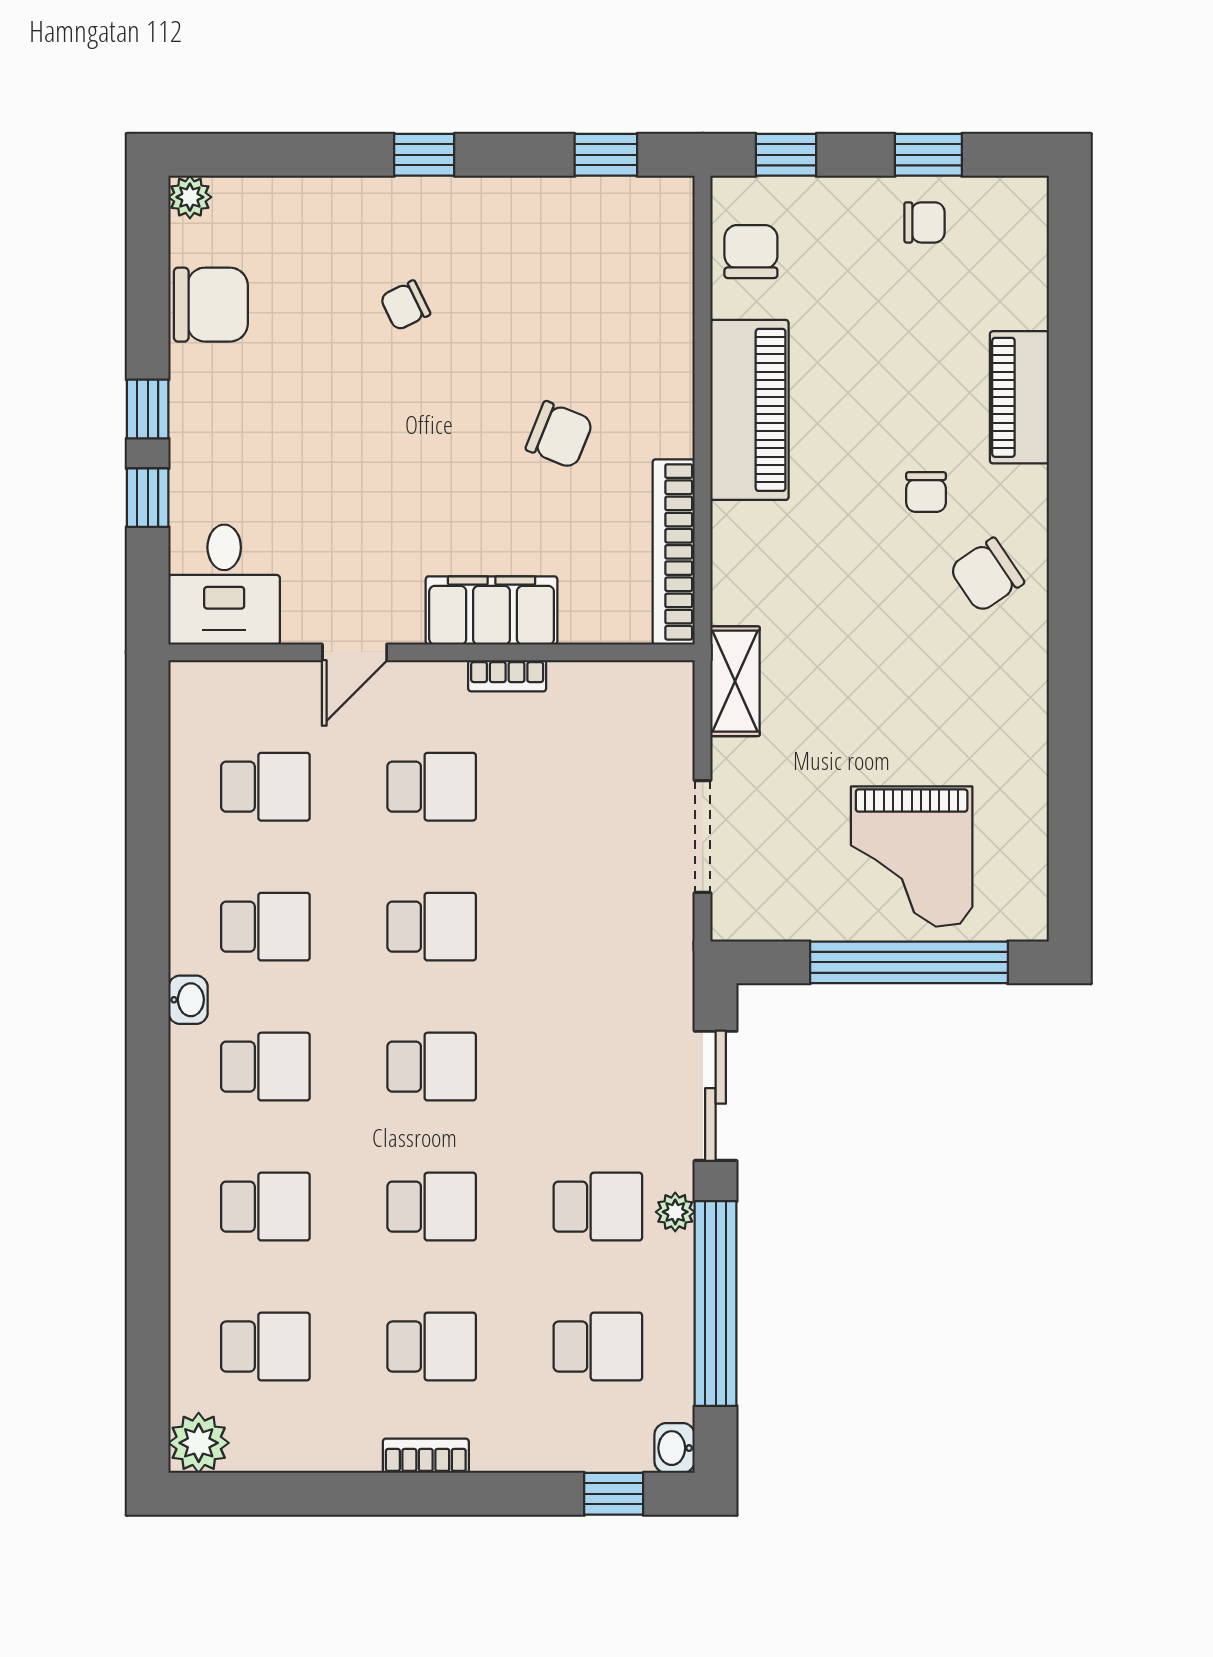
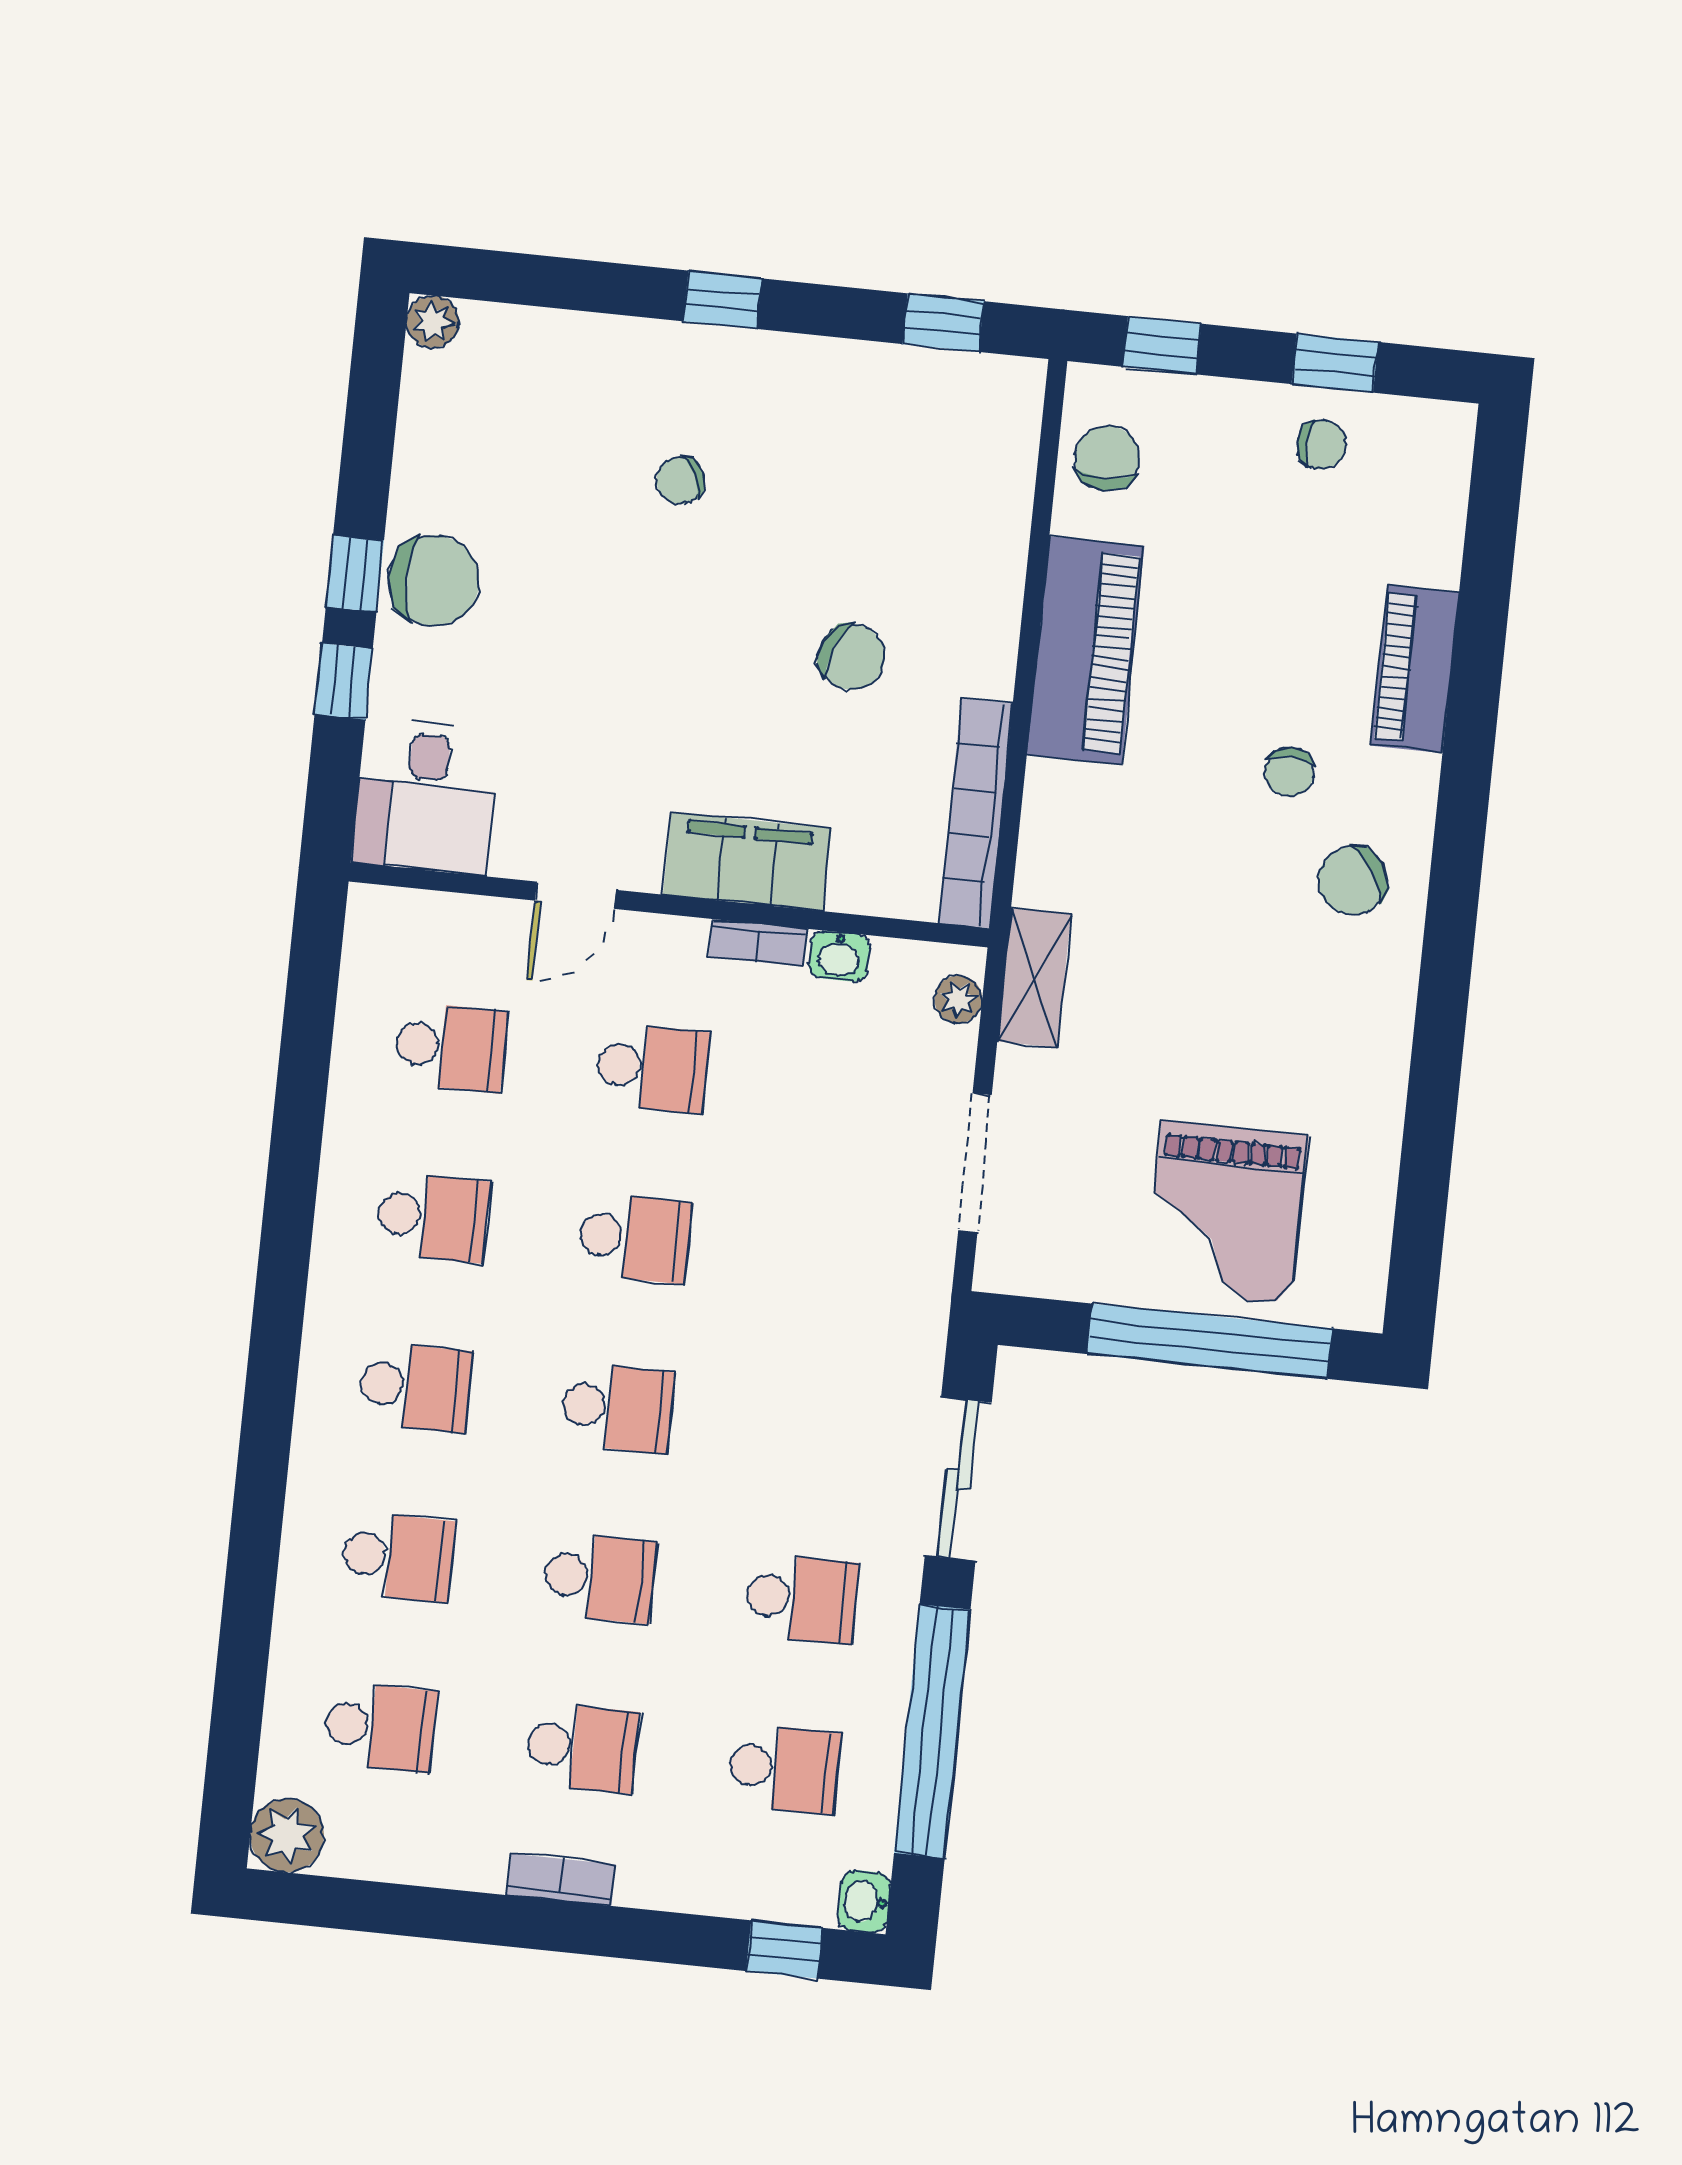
chair: (211, 305) -> (434, 581), moved
washbasin: (188, 1000) -> (839, 956), moved, turned 90
plant: (675, 1212) -> (958, 999), moved

